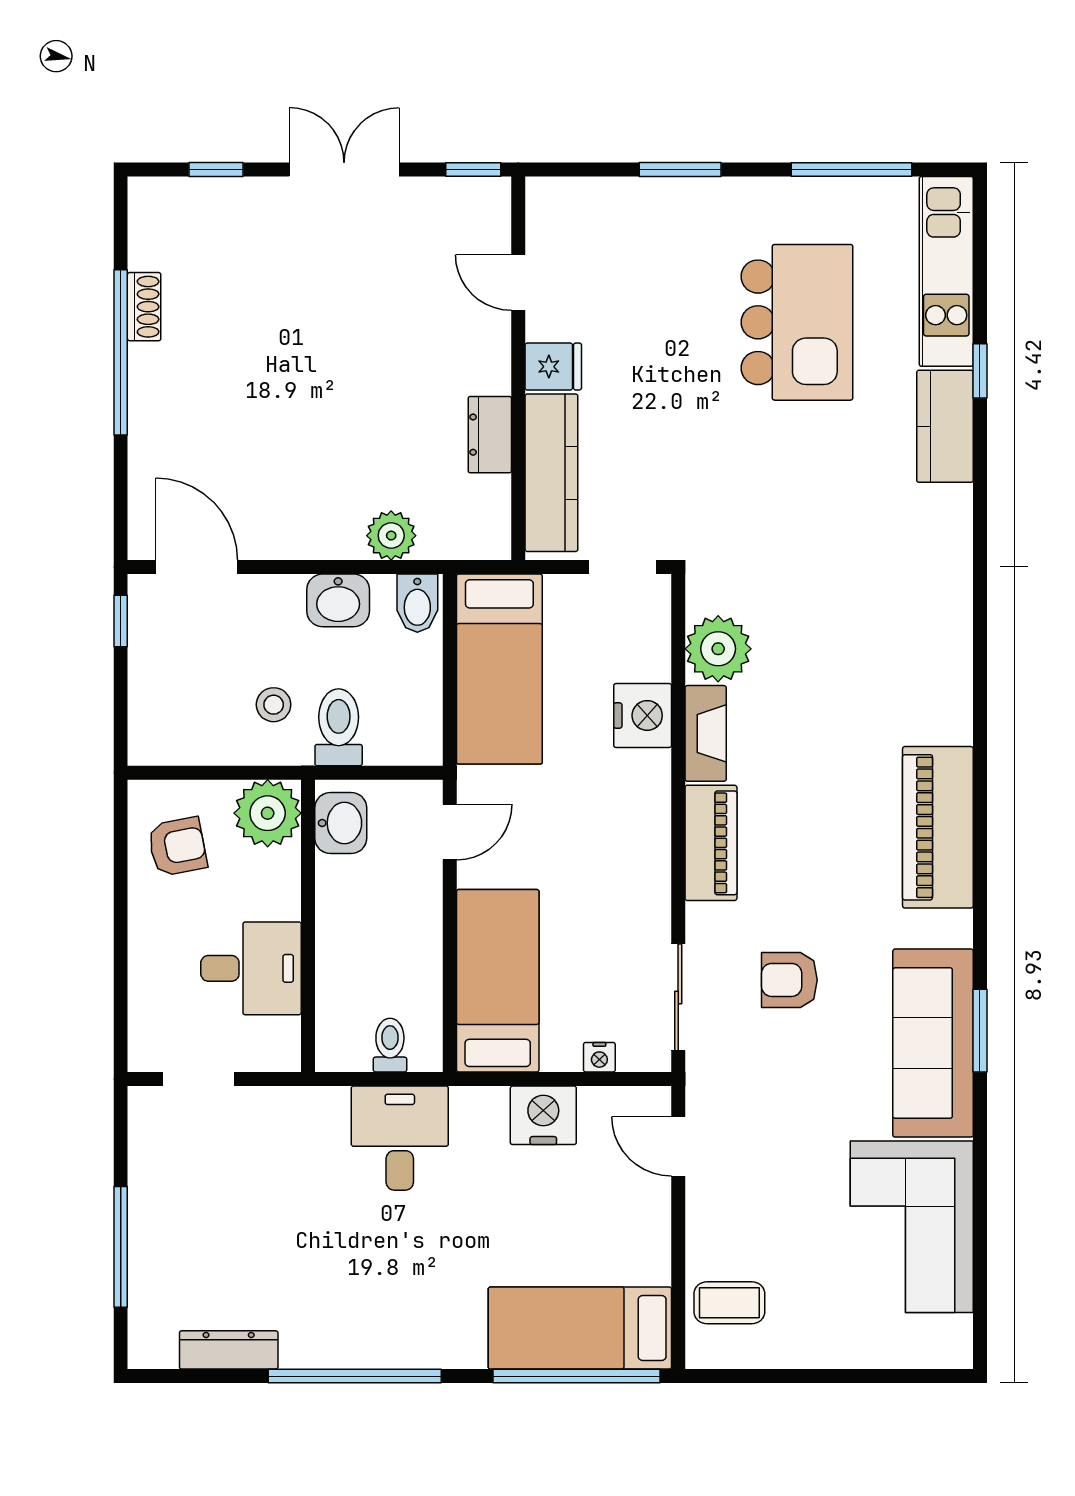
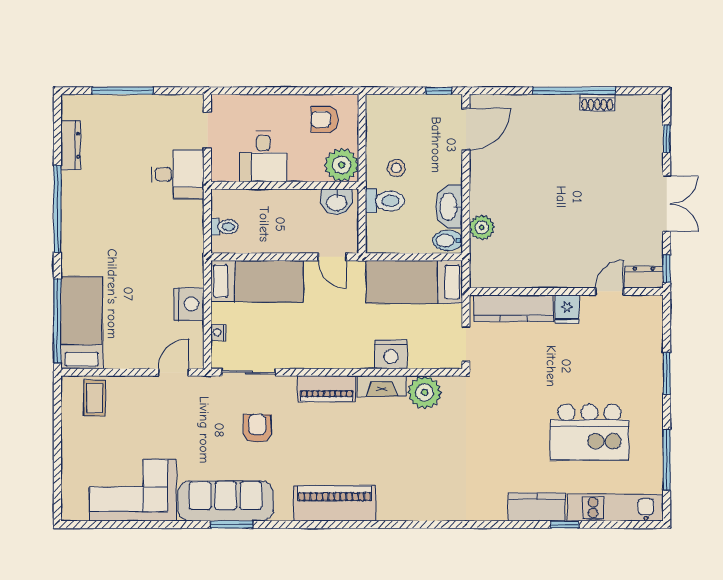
dresser: (490, 435) -> (644, 277), moved
washbasin: (338, 600) -> (449, 207), width x1.38
armchair: (177, 847) -> (325, 119), turned 101
desk: (400, 1138) -> (178, 174), moved

